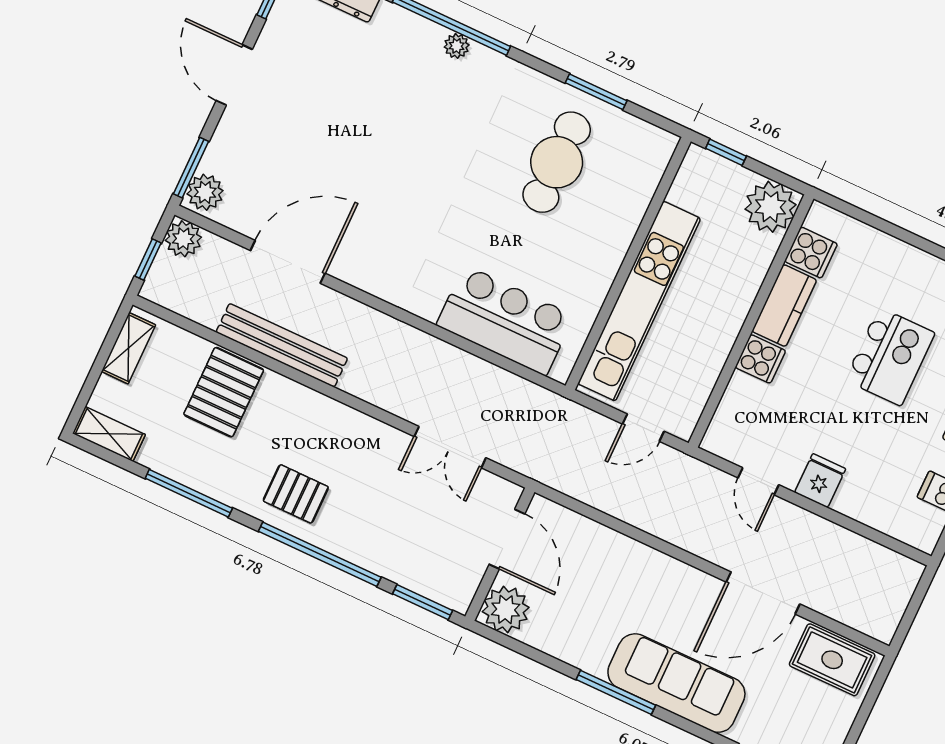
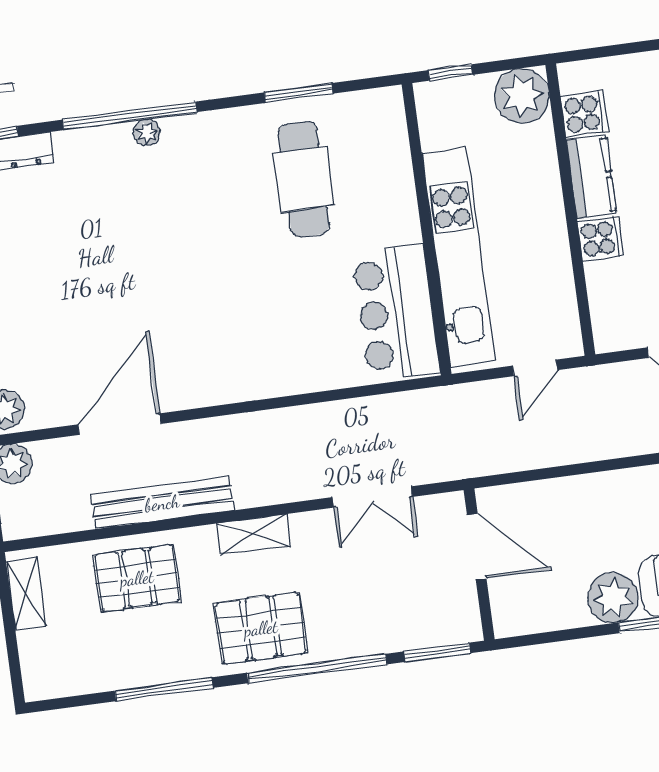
bar counter: (505, 320) -> (396, 313), moved, turned -90
pallet: (224, 392) -> (137, 578), turned 90
shelving: (109, 434) -> (254, 534), moved
pallet: (296, 494) -> (261, 628), width x1.50, depth x1.42
plant: (506, 609) -> (613, 598), moved

